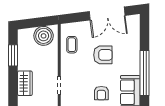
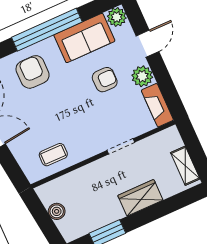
boiler: (44, 36) -> (57, 211), width x0.54, depth x0.54
armchair: (103, 55) -> (33, 72), moved

